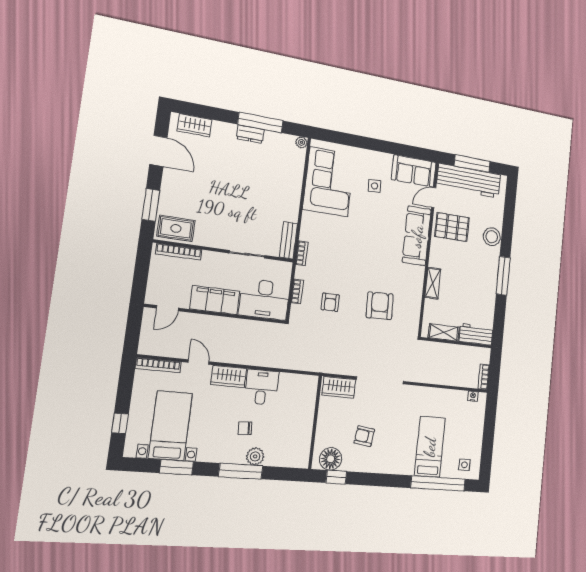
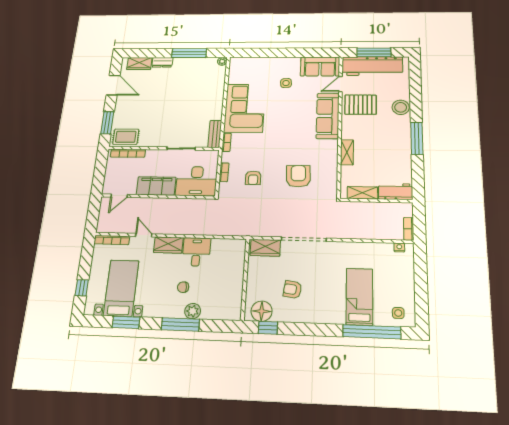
dresser: (250, 134) -> (162, 62), moved
corner sofa: (329, 182) -> (245, 108), moved

